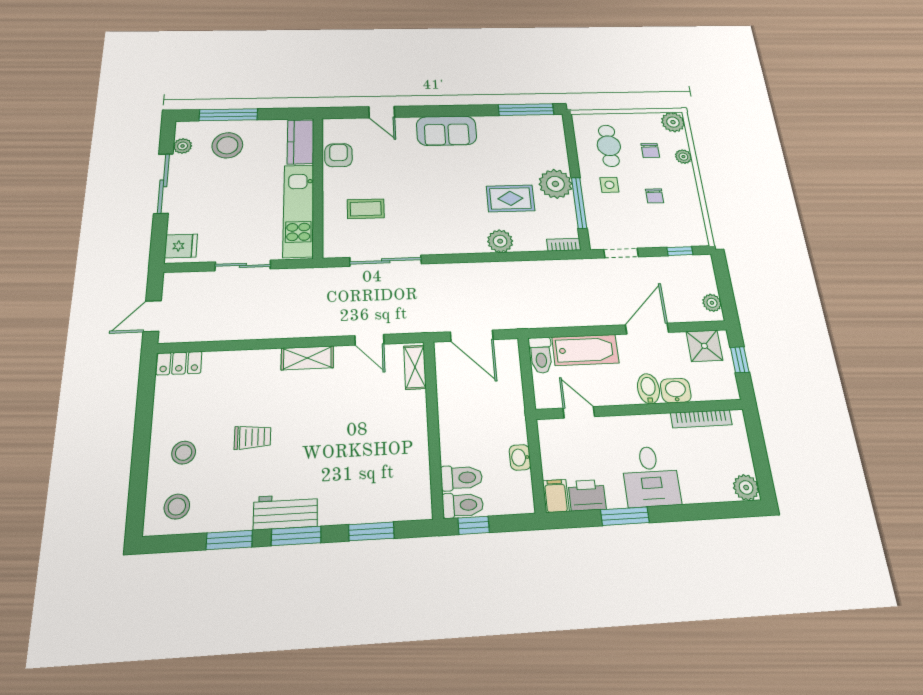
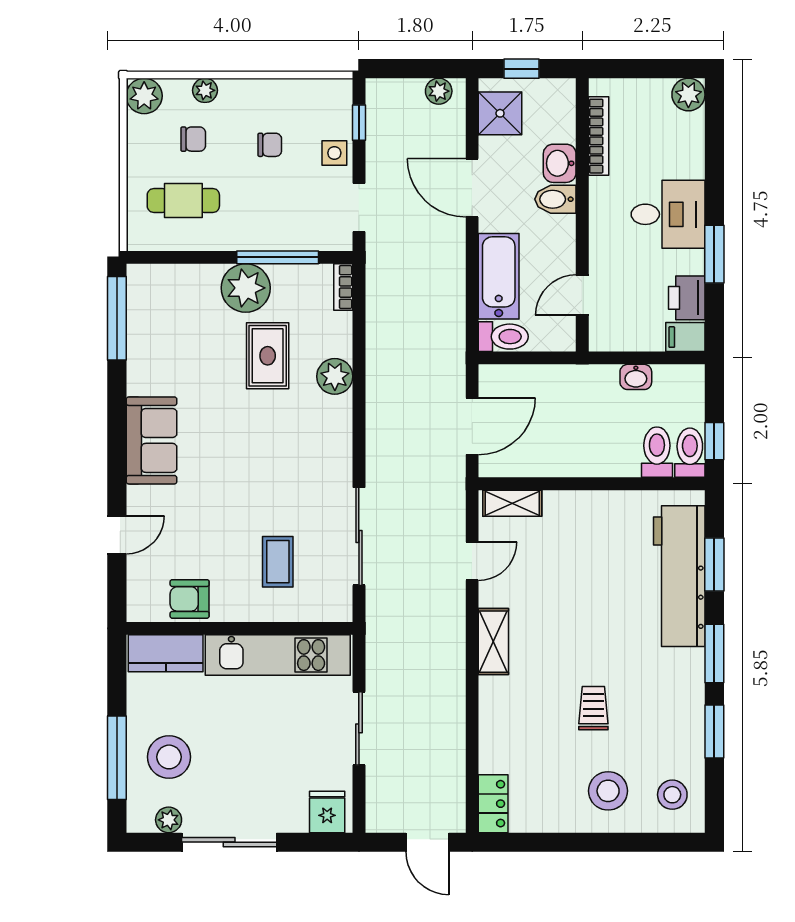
side table: (609, 185) -> (334, 153), moved
stool: (184, 453) -> (608, 791), width x1.38, depth x1.38
workbench: (285, 512) -> (679, 576), moved, width x1.88, depth x1.32

